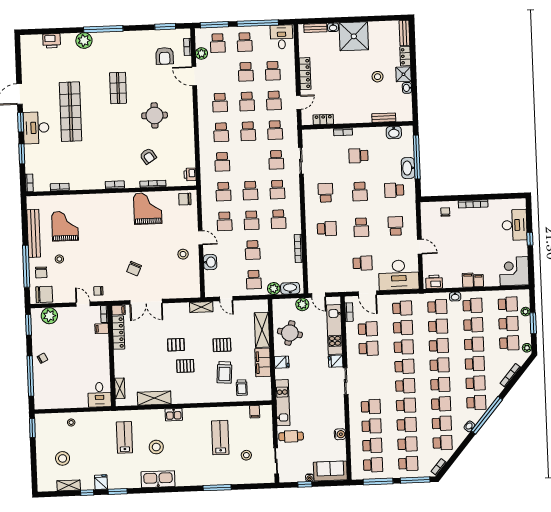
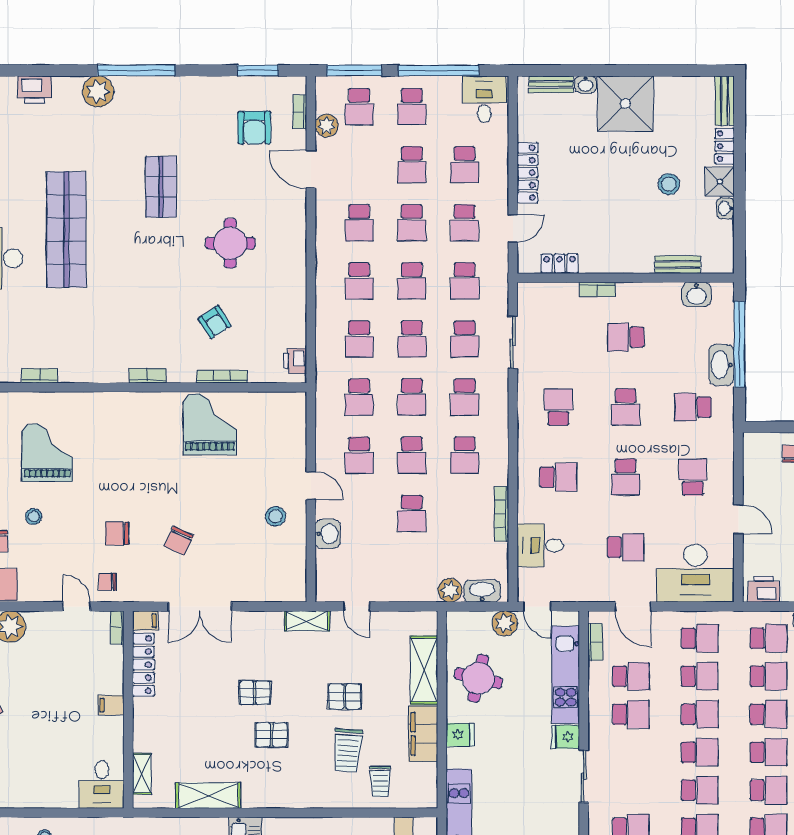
chair: (185, 199) -> (117, 533), moved
desk: (319, 264) -> (540, 545), added
school desk: (254, 280) -> (412, 339), moved
filing cabinet: (102, 329) -> (111, 705), moved

